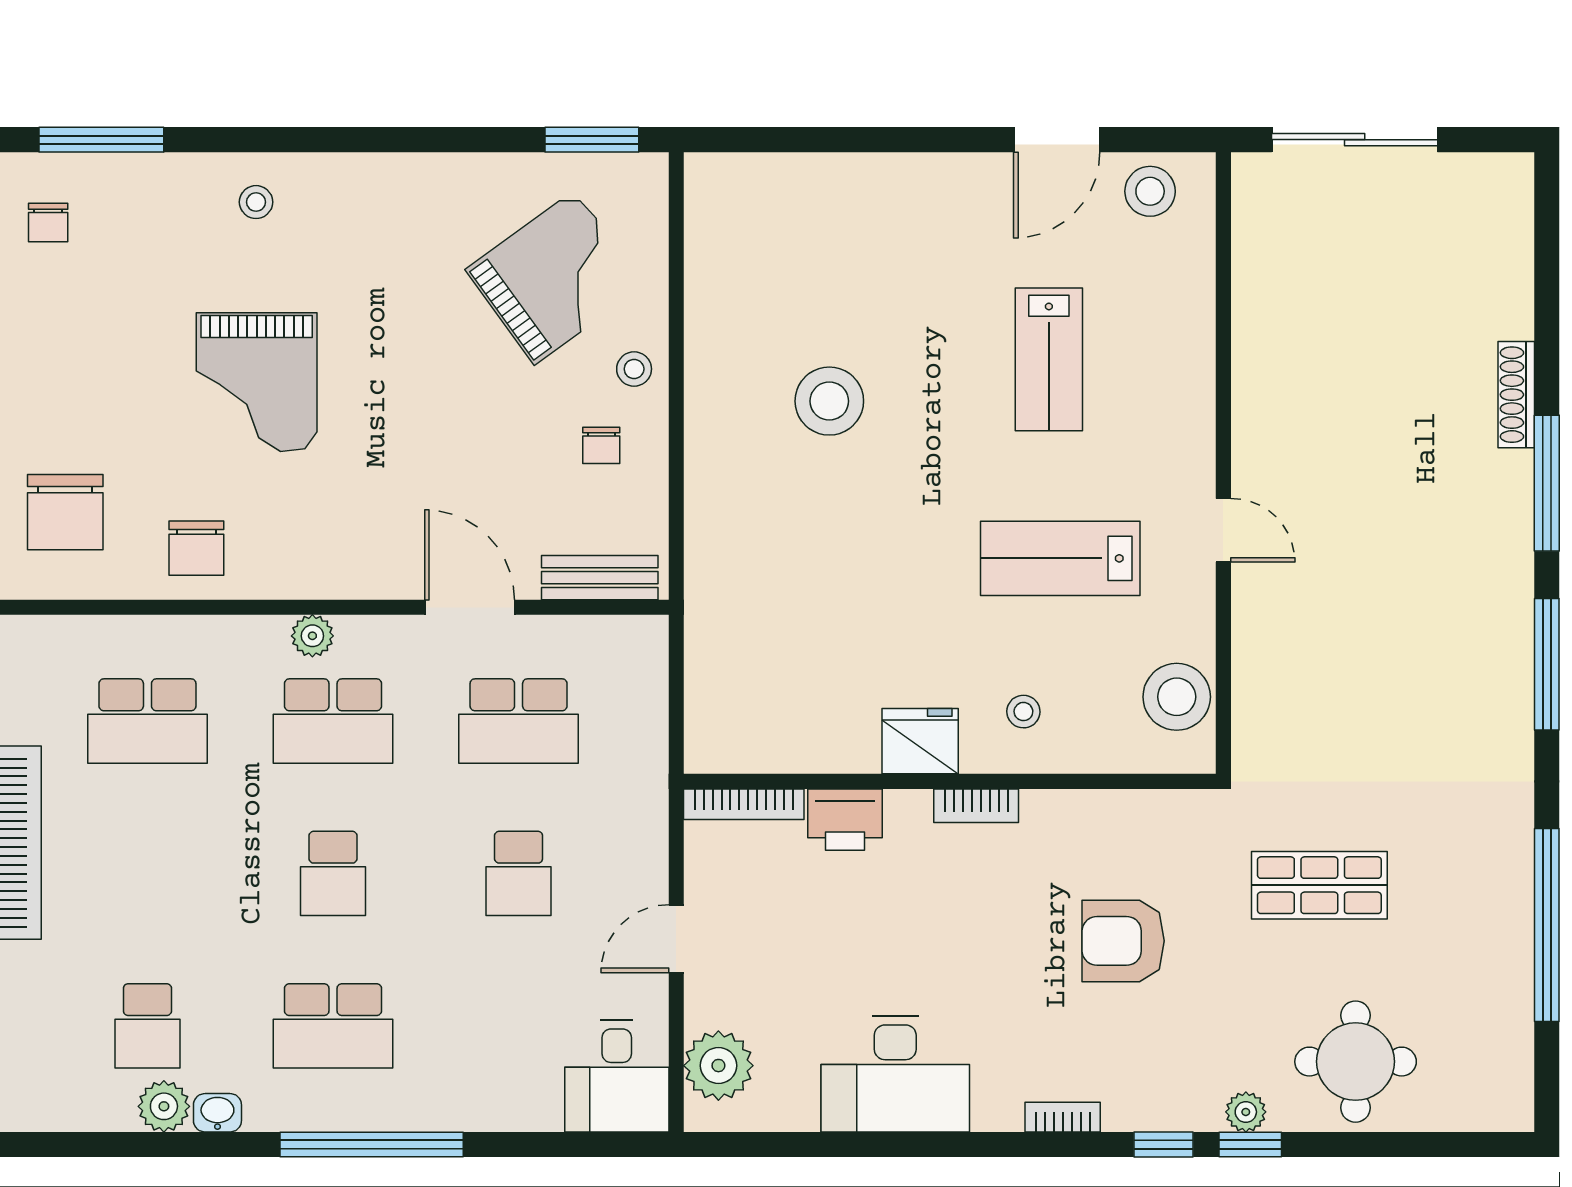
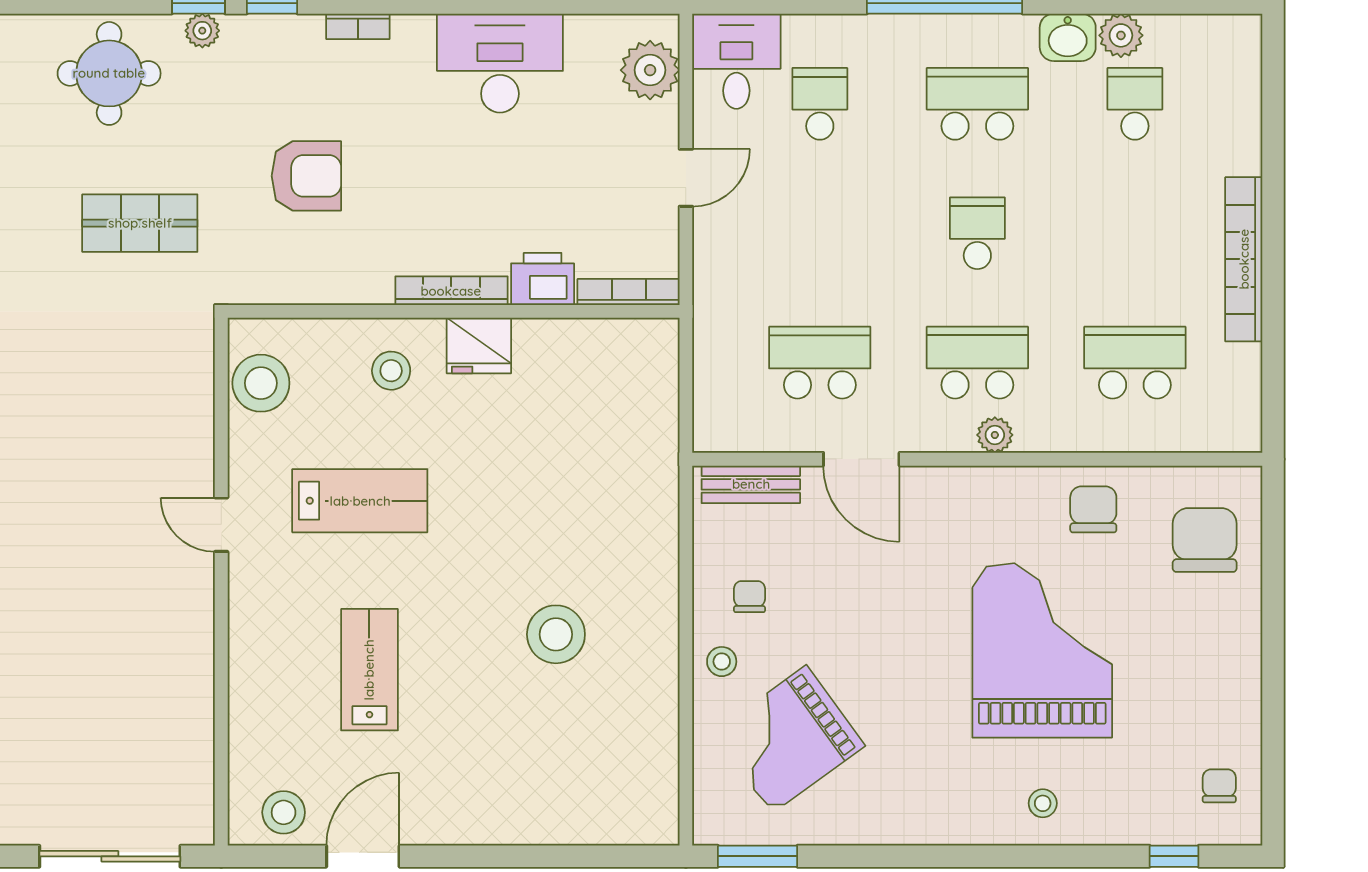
window: (101, 140) -> (1174, 856), width x0.46
grand piano: (257, 382) -> (1042, 650), width x1.37, depth x1.48
stool: (1023, 712) -> (391, 371), width x1.37, depth x1.37
bookcase: (976, 806) -> (451, 291), width x1.56
school desk: (519, 873) -> (820, 104), moved
washbasin: (217, 1113) -> (1068, 37), width x1.38, depth x1.45

